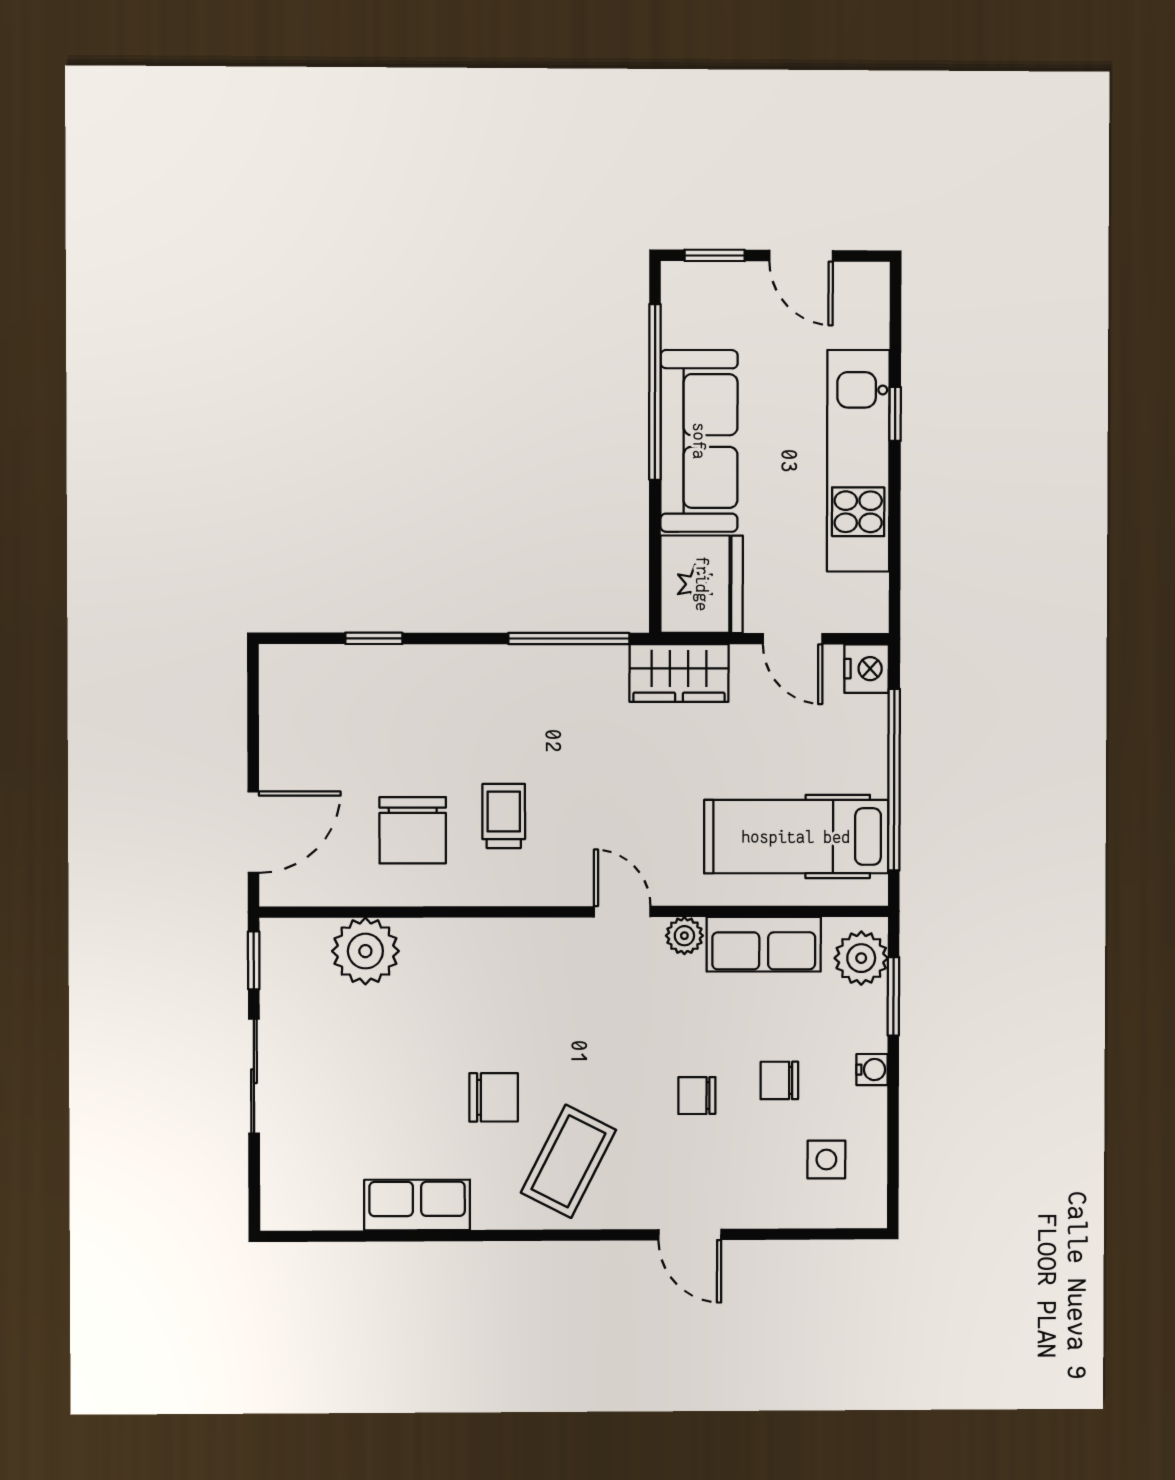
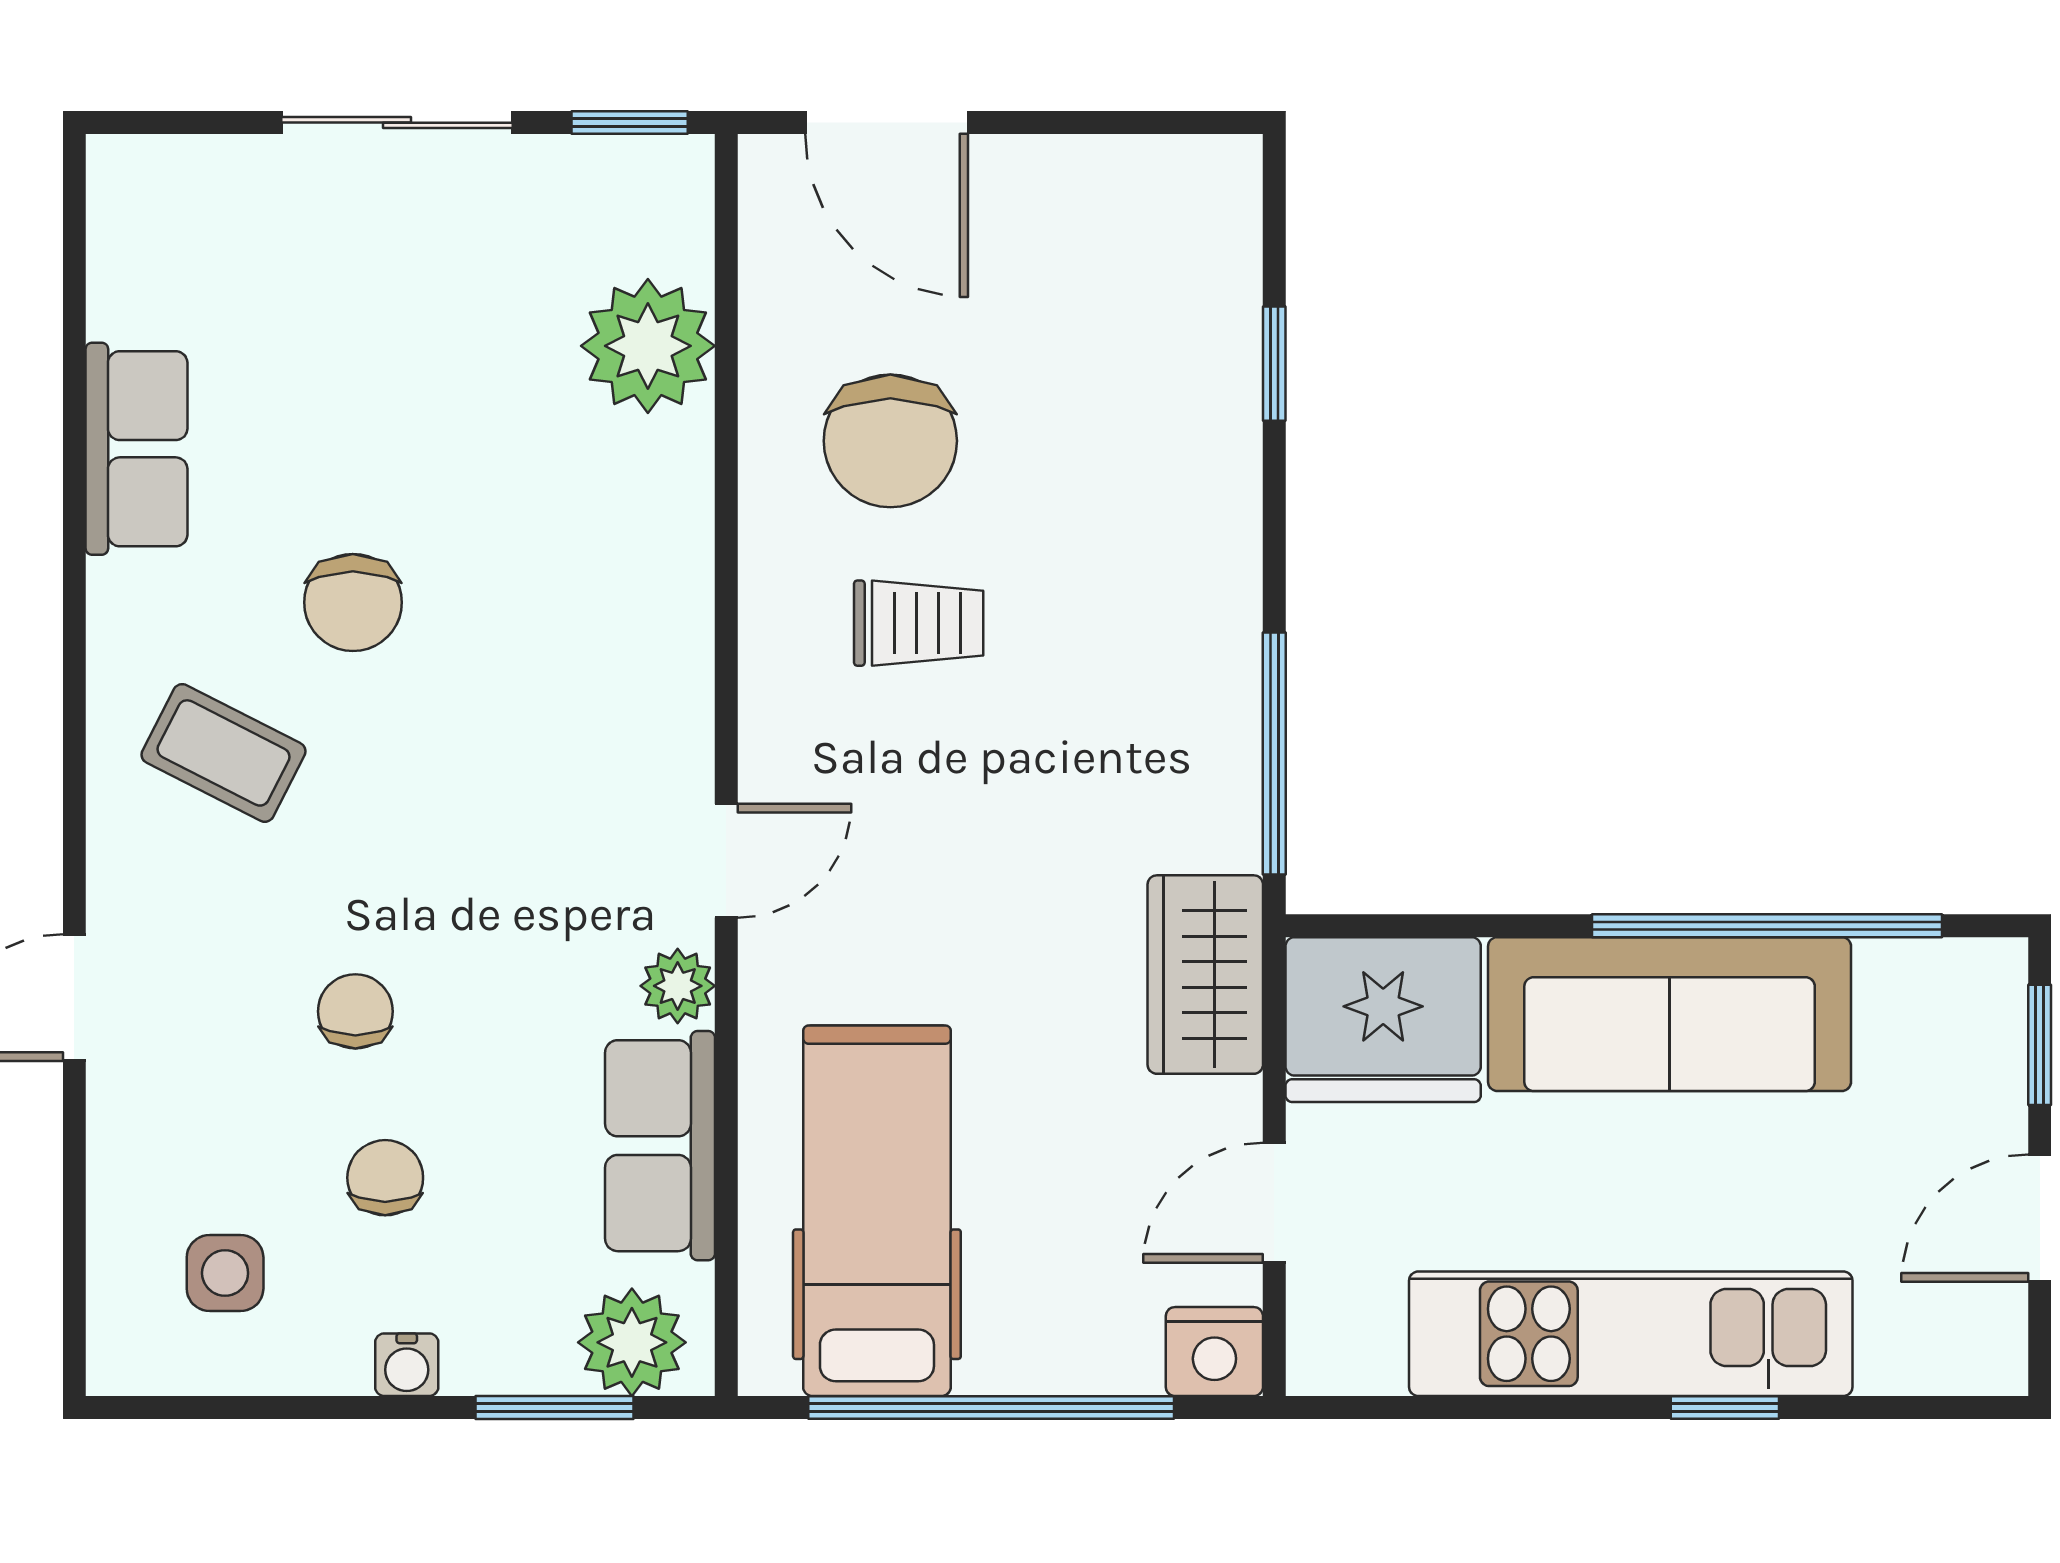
chair: (413, 830) -> (890, 441), turned -90
coffee table: (568, 1161) -> (224, 753), width x0.73, depth x0.77

